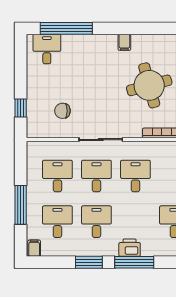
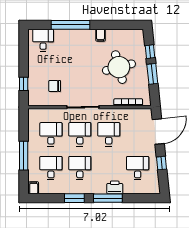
window: (66, 28) -> (71, 25), moved
printer: (130, 248) -> (115, 187), moved

